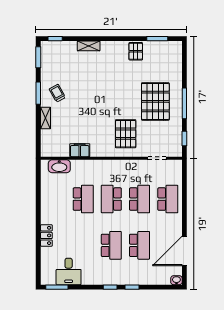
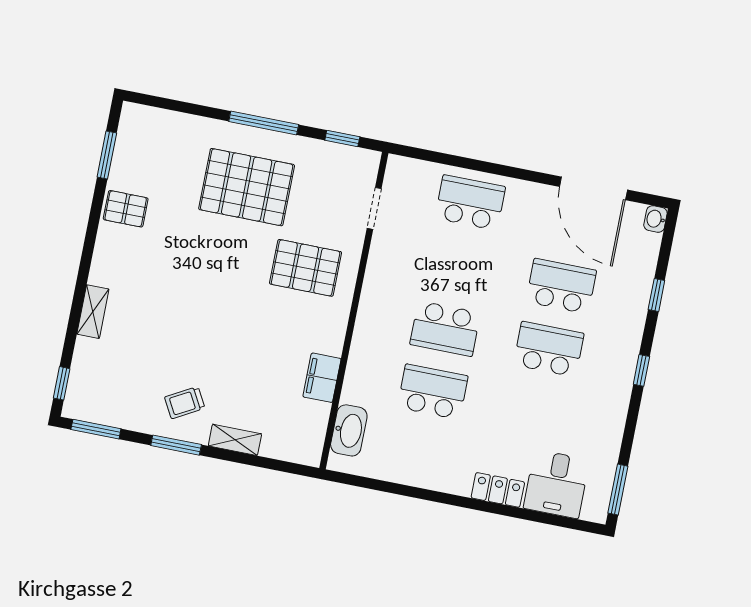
school desk: (140, 199) -> (458, 266), removed
desk: (69, 271) -> (556, 484), moved, turned 90
window: (132, 287) -> (656, 295), moved

